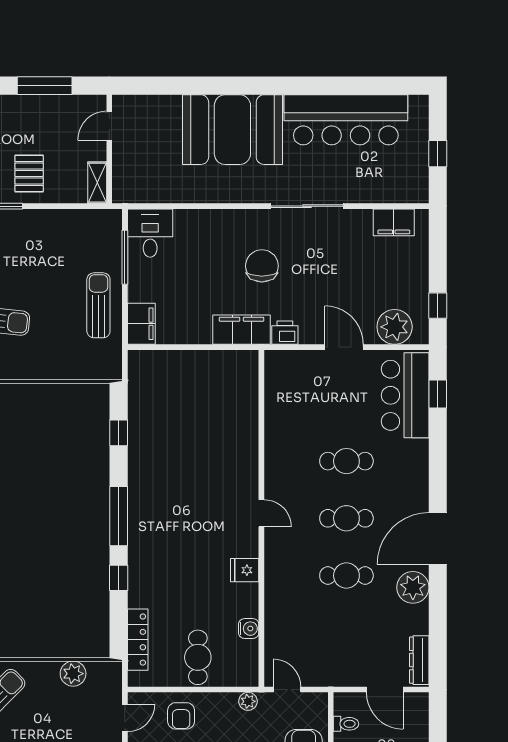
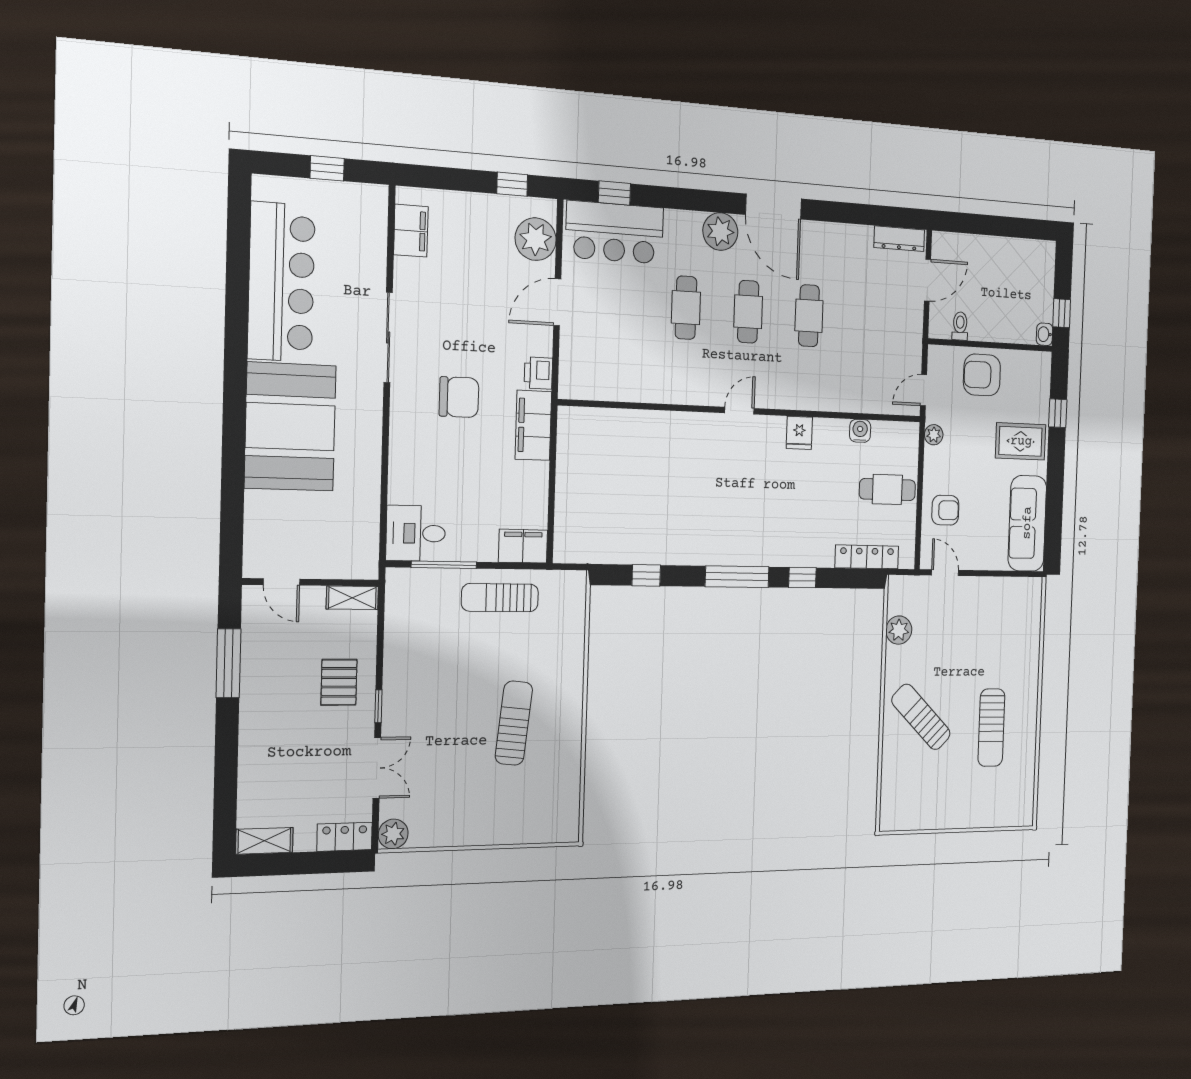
pallet: (29, 174) -> (339, 682), turned 90
chair: (262, 266) -> (459, 397), turned 180
plant: (413, 587) -> (720, 232), moved

